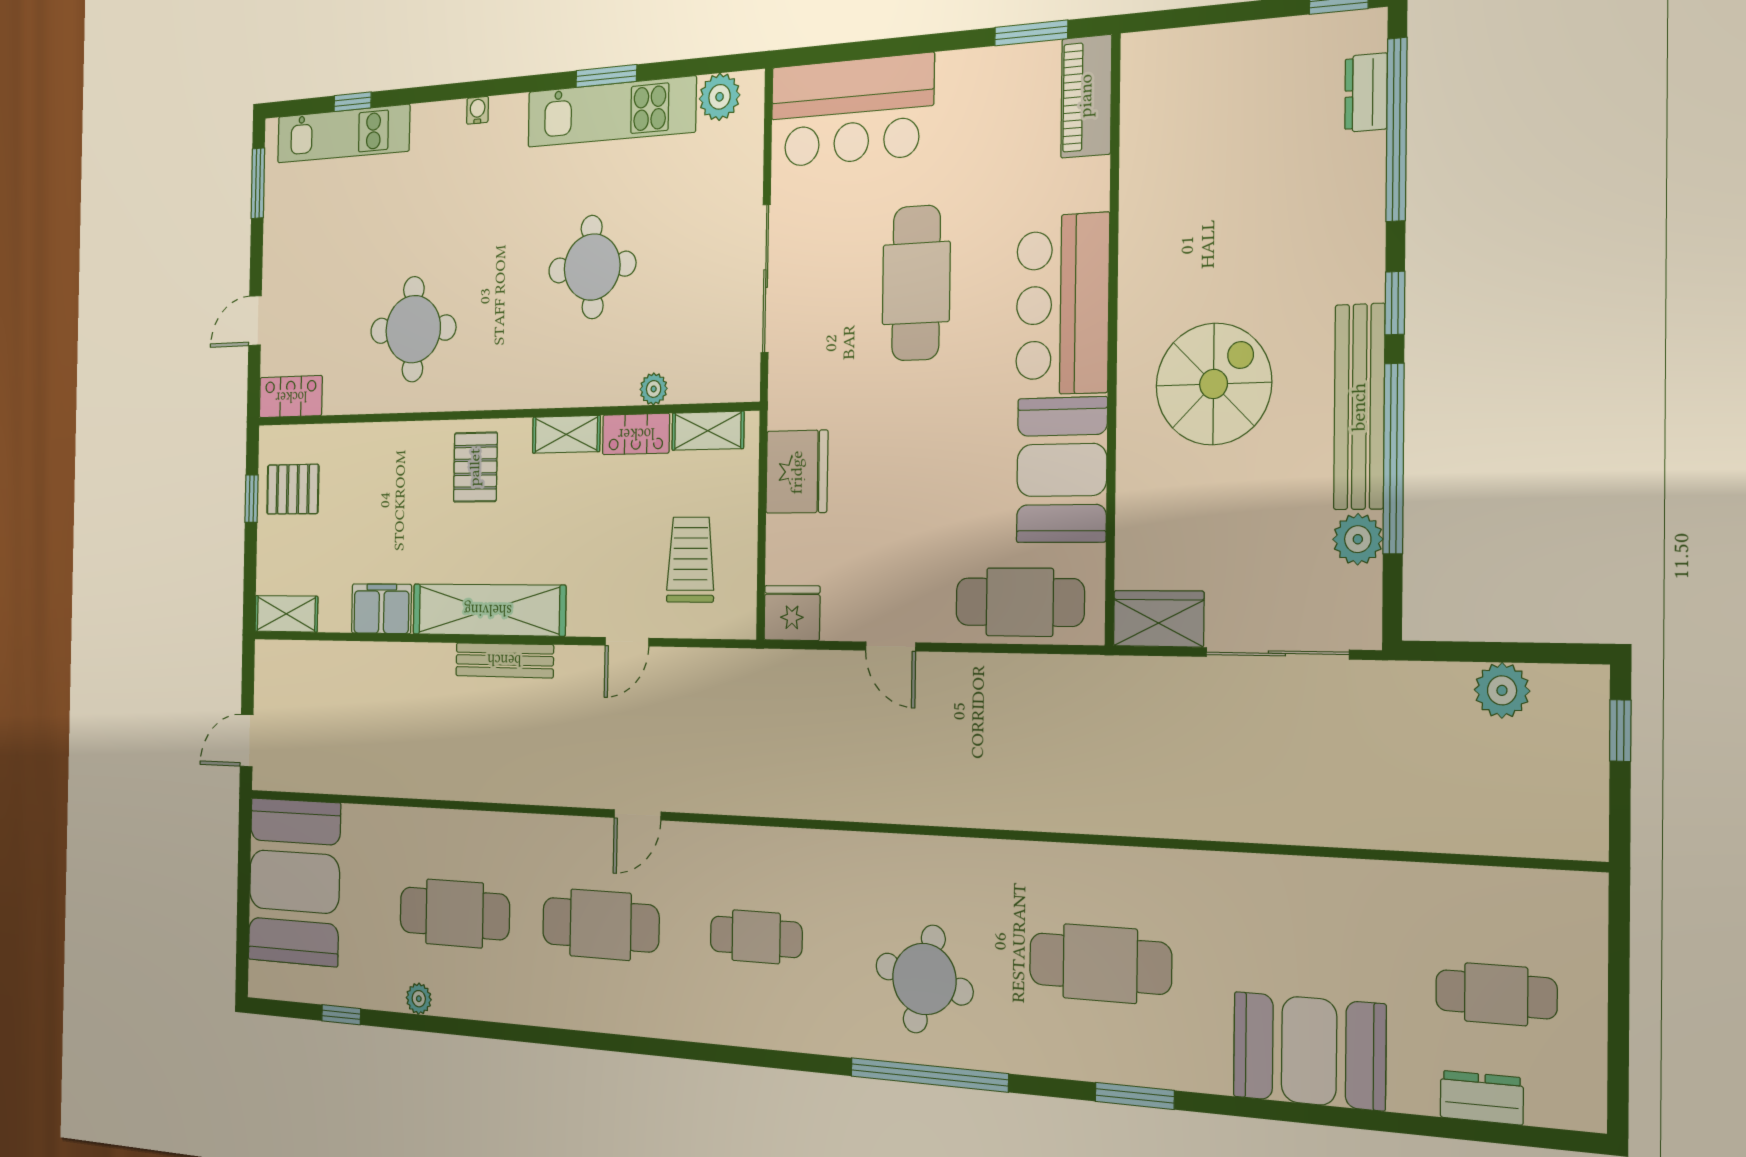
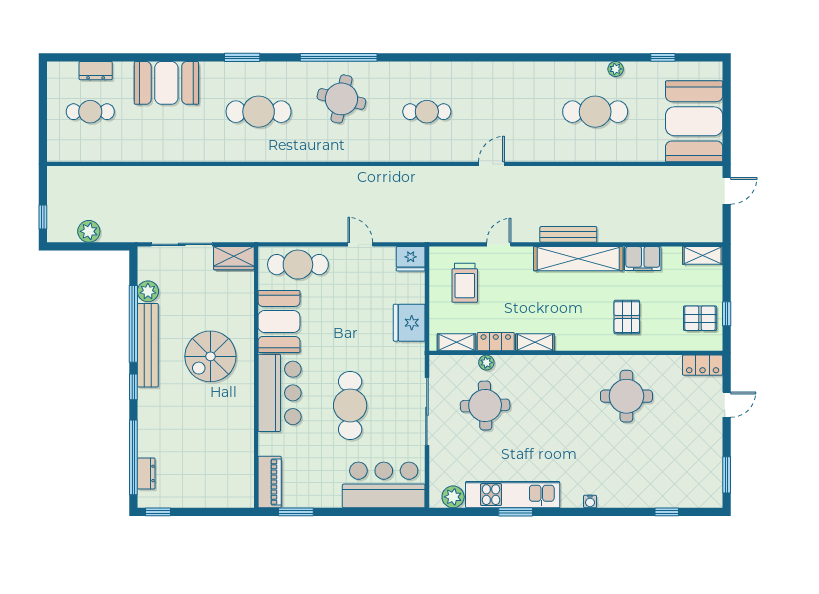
kitchen unit: (343, 134) -> (672, 496), removed
round table: (592, 267) -> (485, 406), moved
pallet: (475, 467) -> (627, 317), moved
cafe table: (600, 925) -> (511, 112), removed

